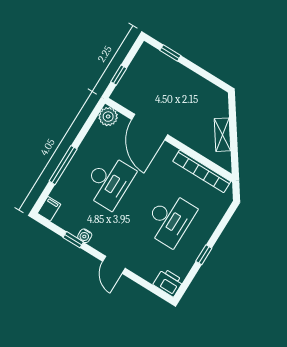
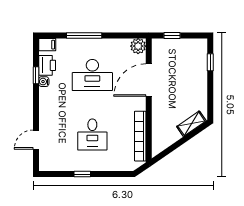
shelving: (222, 135) -> (191, 124), moved
desk: (170, 219) -> (92, 134), width x0.73
door: (114, 265) -> (36, 140), moved
printer: (168, 283) -> (47, 65), moved

